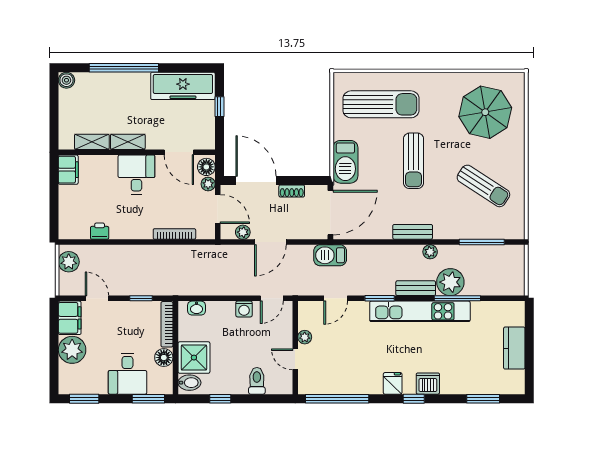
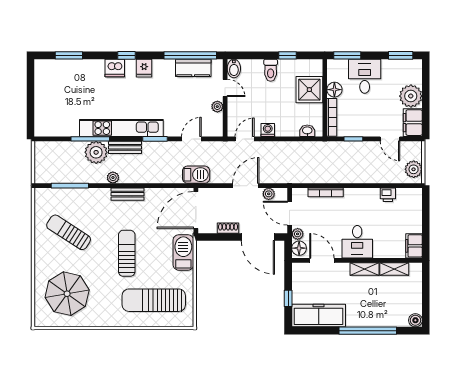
kitchen counter: (514, 348) -> (193, 68), moved, turned 90
toilet: (257, 381) -> (271, 70), moved
bidet: (189, 383) -> (234, 68), moved, turned -90

